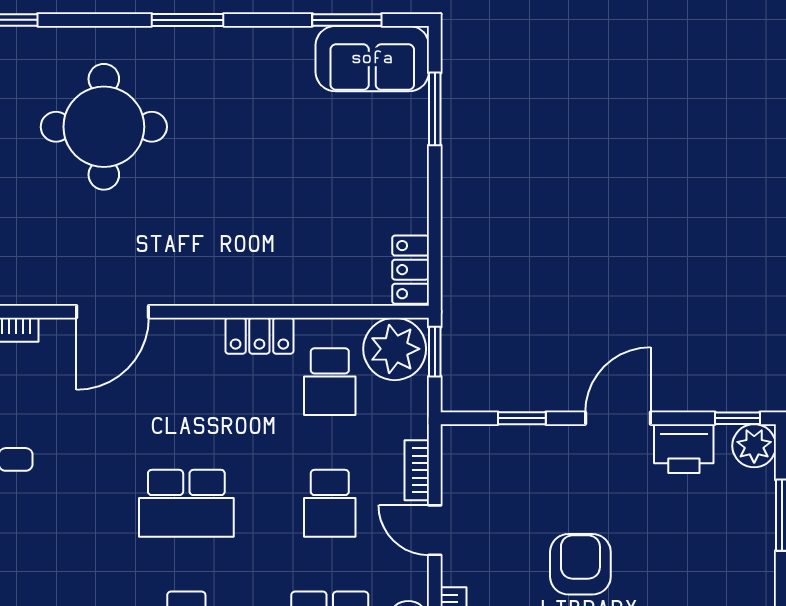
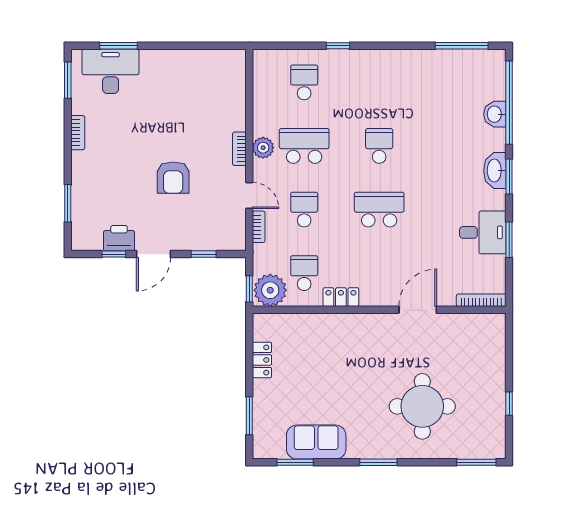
sofa: (372, 59) -> (316, 442), moved
locker: (411, 270) -> (262, 360), moved
window: (737, 418) -> (114, 254), moved
plant: (754, 446) -> (82, 240), removed

